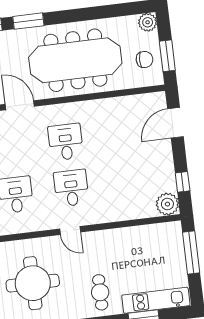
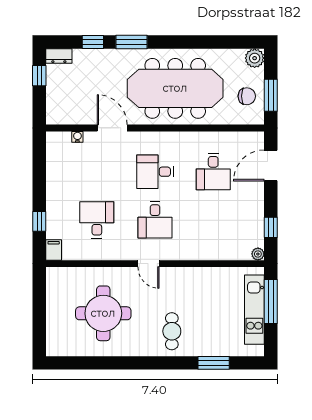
desk: (121, 135) -> (213, 172), added
desk: (66, 142) -> (155, 172), turned -90
desk: (71, 188) -> (155, 220), turned 180
plant: (167, 204) -> (258, 254), width x0.53, depth x0.53
kitchen unit: (156, 300) -> (254, 310), moved, turned -90

